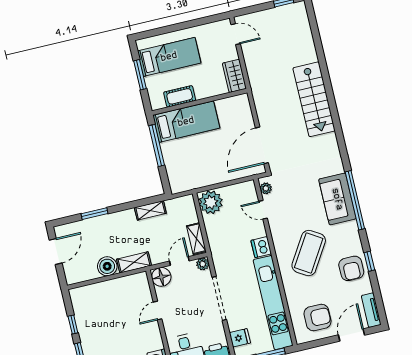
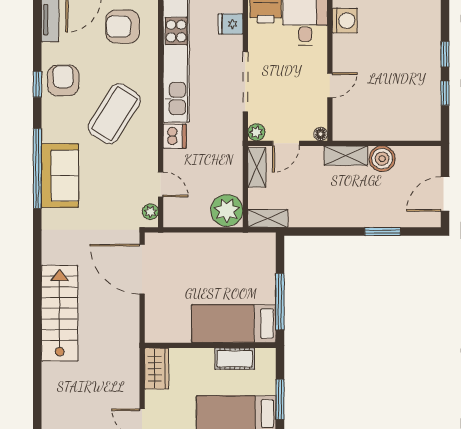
door: (262, 145) -> (142, 269), swing flipped
shelving: (150, 210) -> (268, 218), moved
floor lamp: (161, 277) -> (321, 134), width x0.53, depth x0.53

